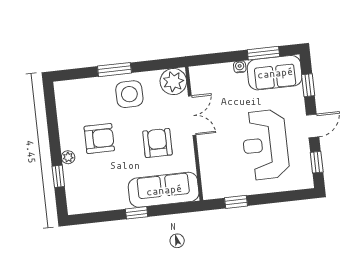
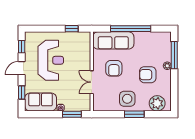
window: (263, 53) -> (72, 114), moved
plant: (173, 82) -> (157, 103), moved
window: (58, 176) -> (174, 55), width x2.17
window: (137, 213) -> (131, 29), width x3.17

